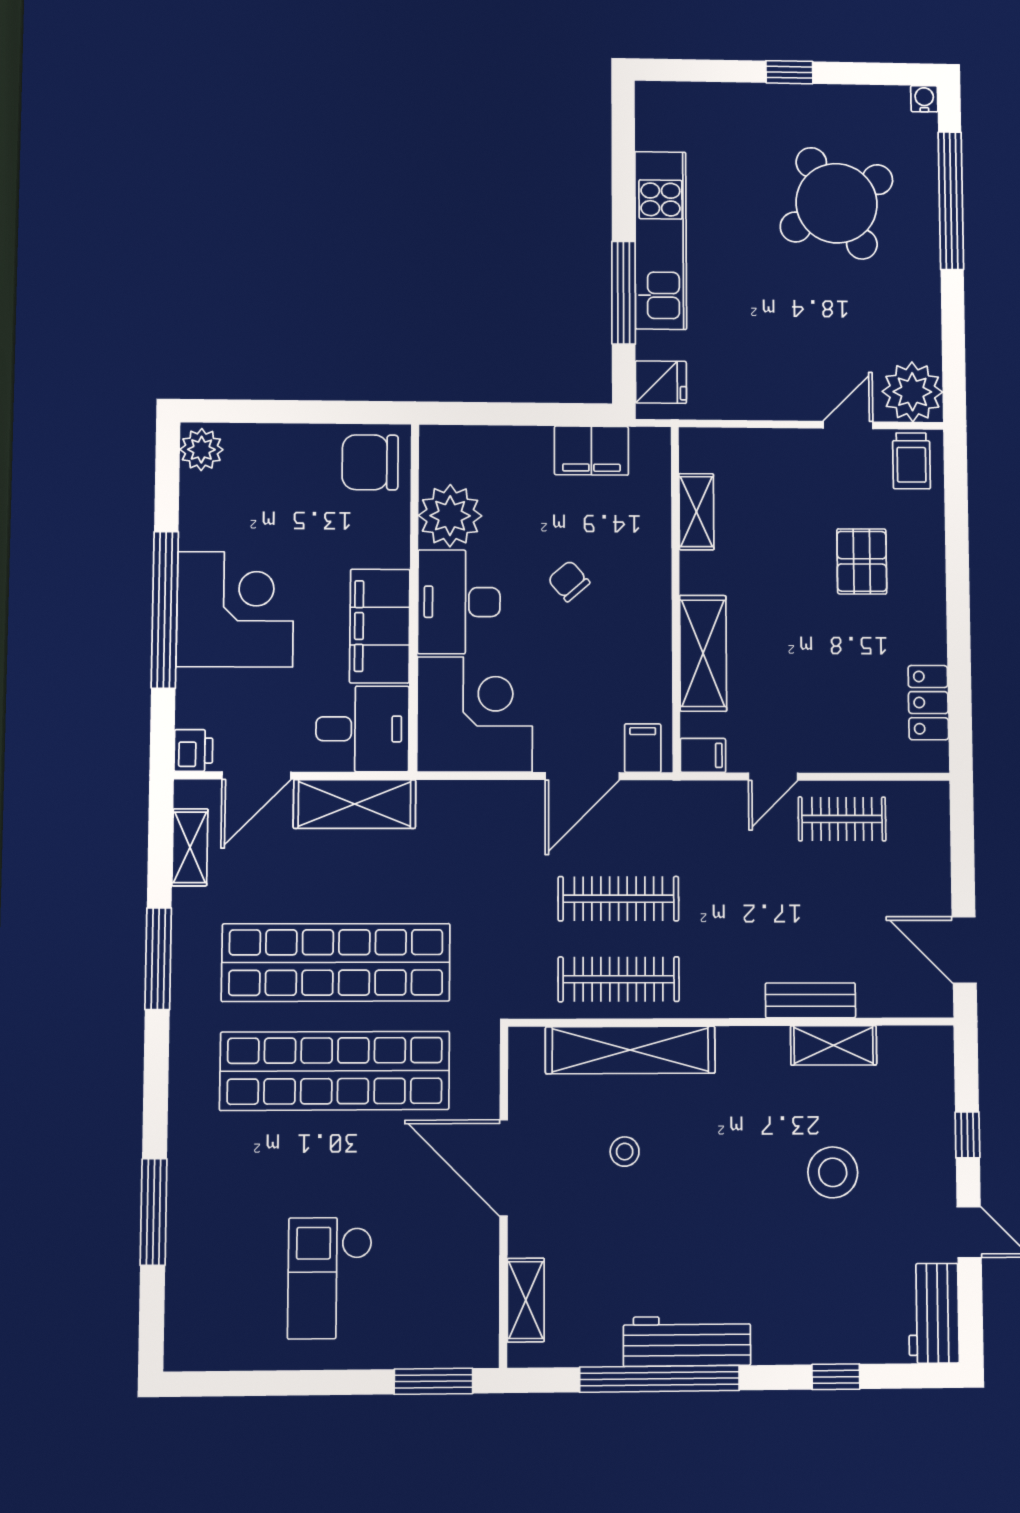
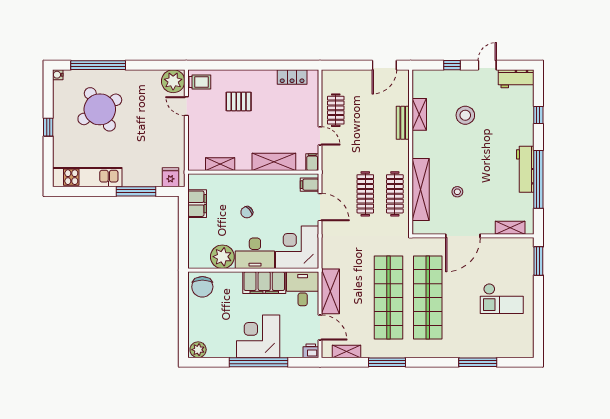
kitchen unit: (661, 240) -> (87, 177), moved

